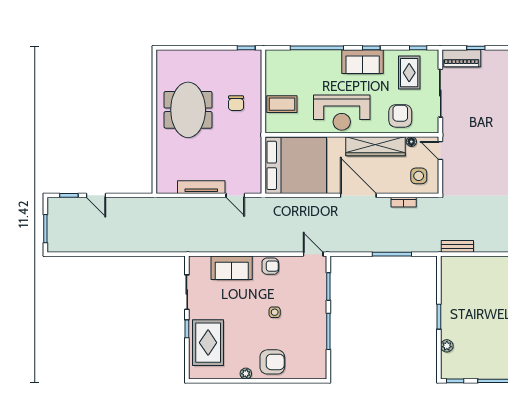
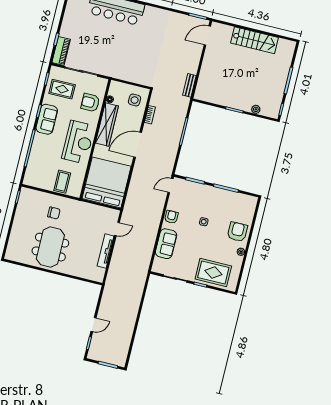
meeting table: (188, 110) -> (50, 247), turned 90
door: (440, 151) -> (121, 81), removed

